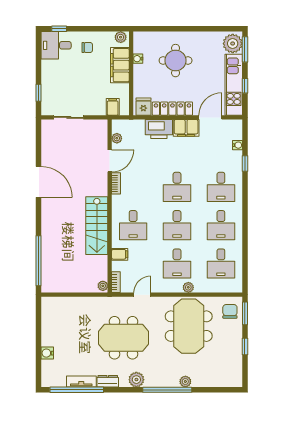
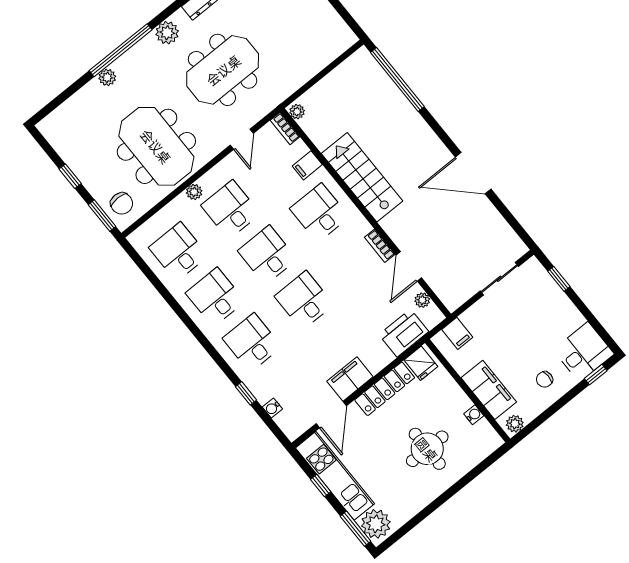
printer: (159, 129) -> (404, 333), moved

